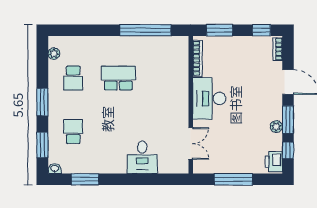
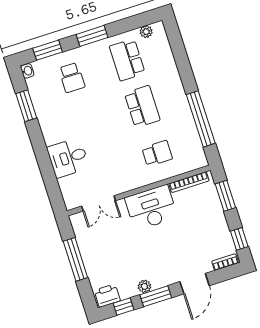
school desk: (73, 78) -> (127, 60), width x1.85
school desk: (163, 78) -> (157, 153), added
school desk: (73, 131) -> (72, 78), turned 90

